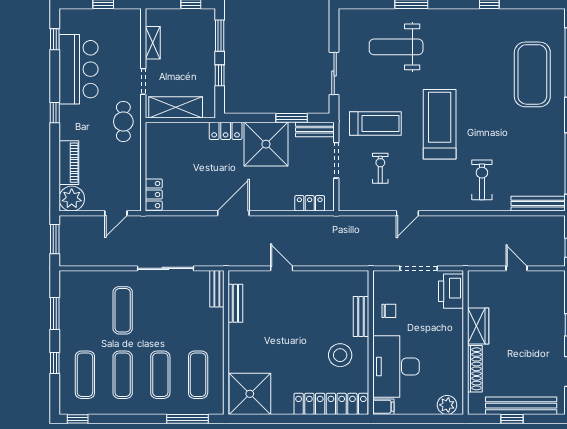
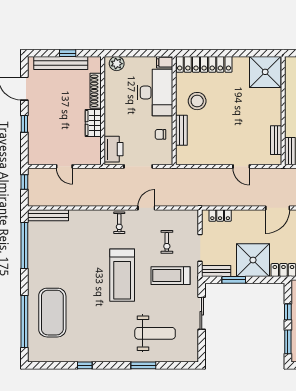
exercise bike: (482, 180) -> (119, 223), moved, width x0.73, depth x0.72

